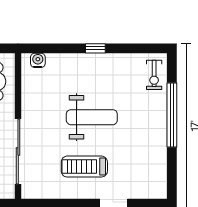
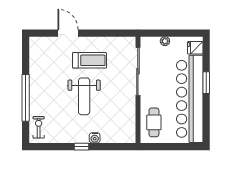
water cooler: (38, 60) -> (95, 138), moved
weight bench: (92, 117) -> (84, 96), turned -90

